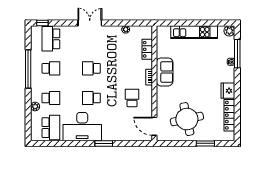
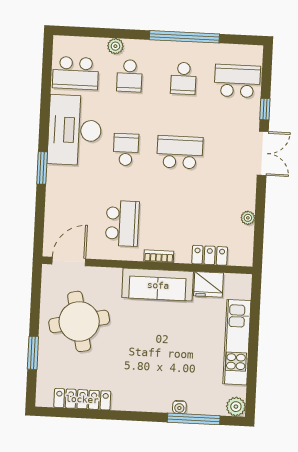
window: (42, 23) -> (265, 109), moved
school desk: (91, 68) -> (180, 152), width x1.85
sofa: (165, 72) -> (158, 285), width x1.36
fridge: (228, 91) -> (208, 284), moved, turned 180
school desk: (132, 98) -> (122, 223), width x1.85

